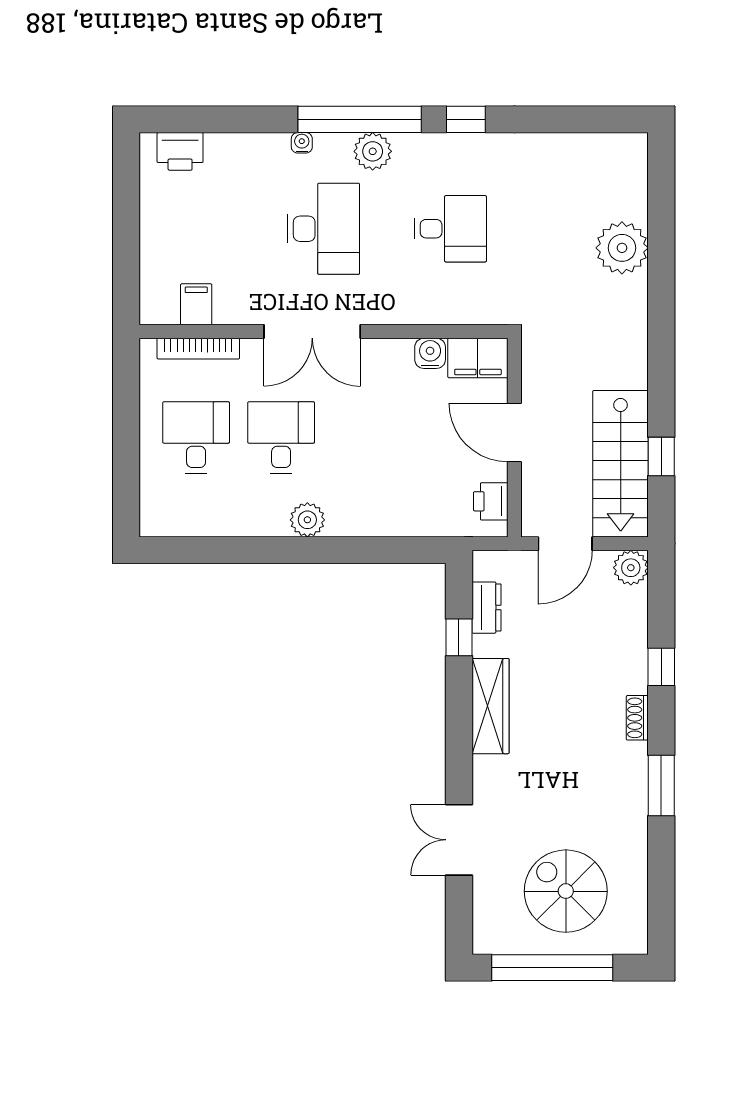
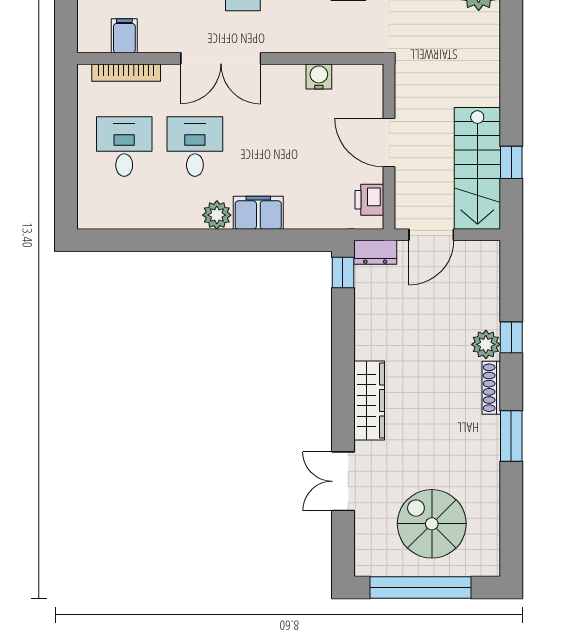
filing cabinet: (478, 358) -> (258, 213), moved, turned 180
plant: (631, 568) -> (486, 344), moved
dresser: (486, 608) -> (375, 252), moved, turned 90
window: (459, 637) -> (343, 272), moved
wardrobe: (490, 706) -> (369, 401), moved
shoe rack: (637, 718) -> (491, 388), width x1.43

